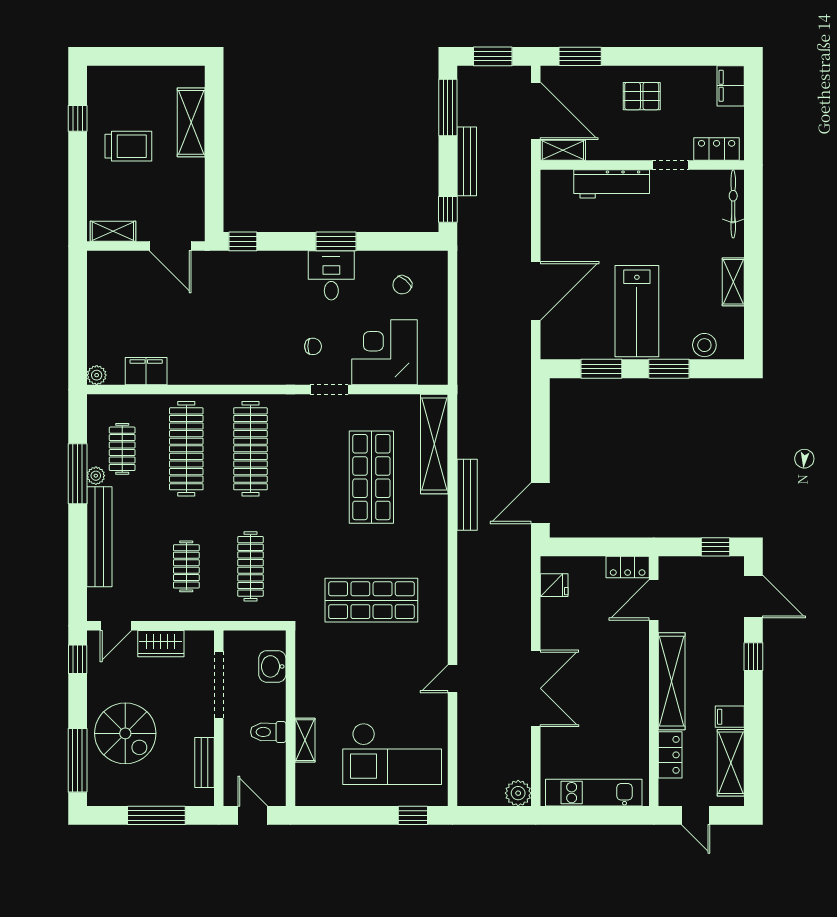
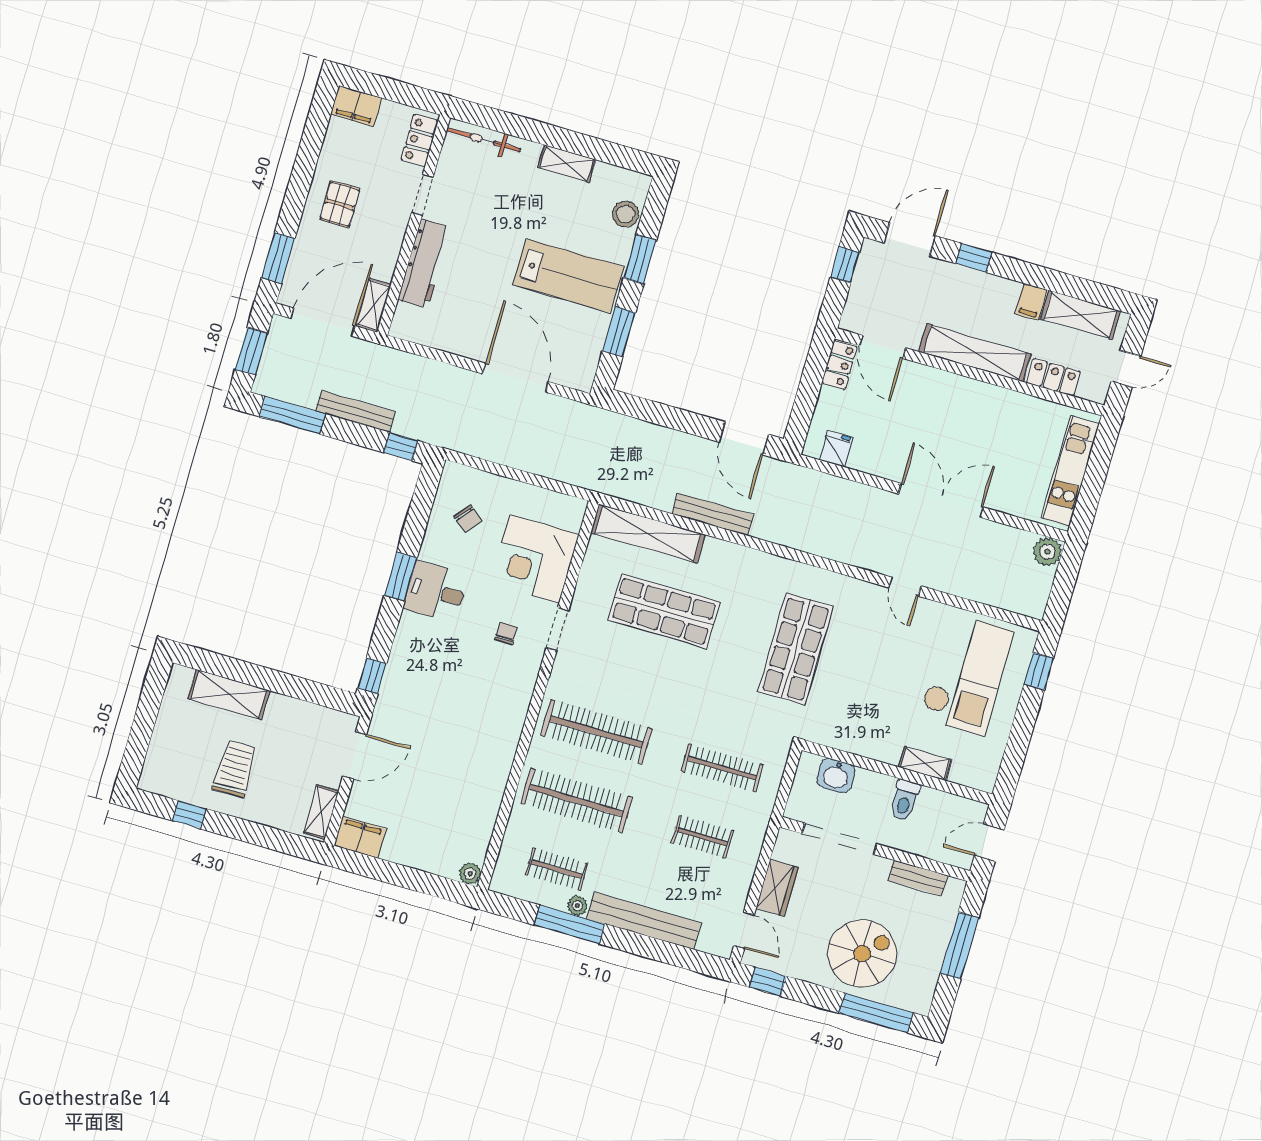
filing cabinet: (146, 371) -> (360, 837), moved, turned 90

